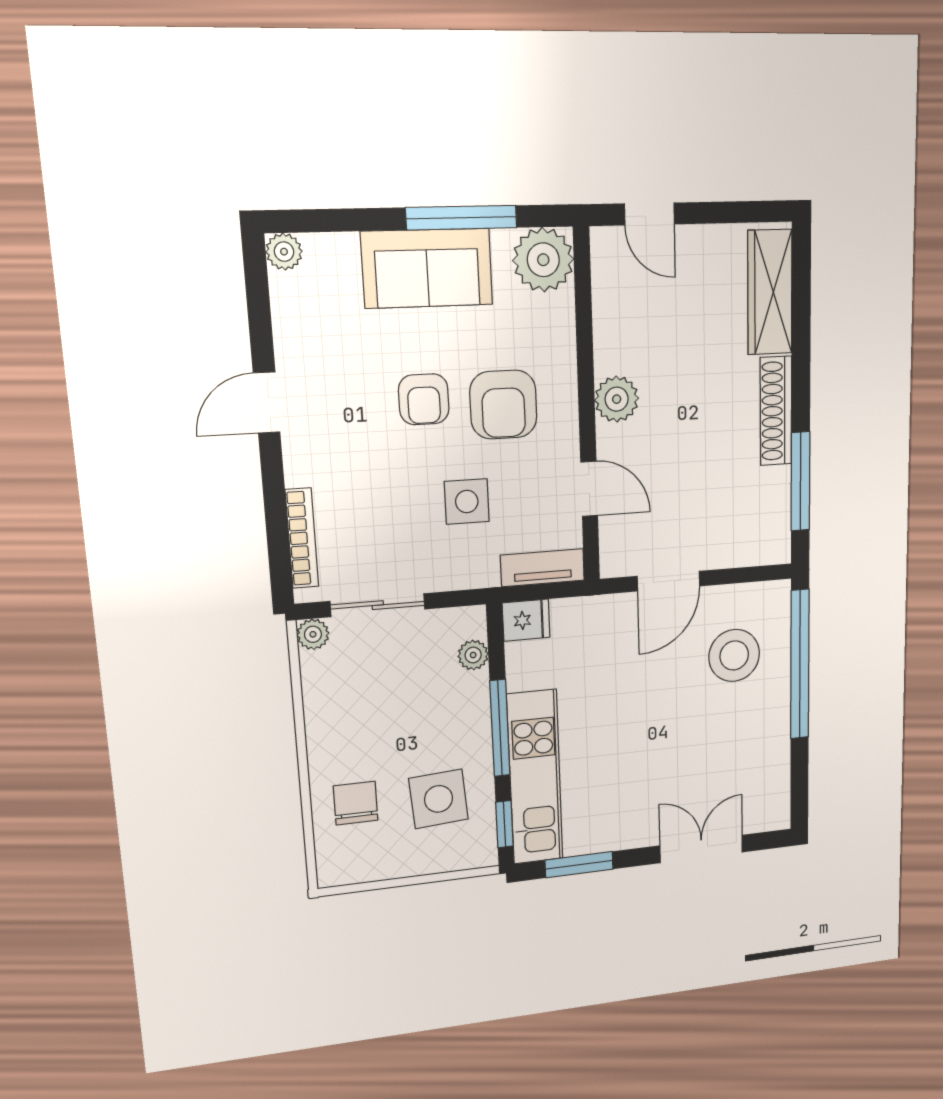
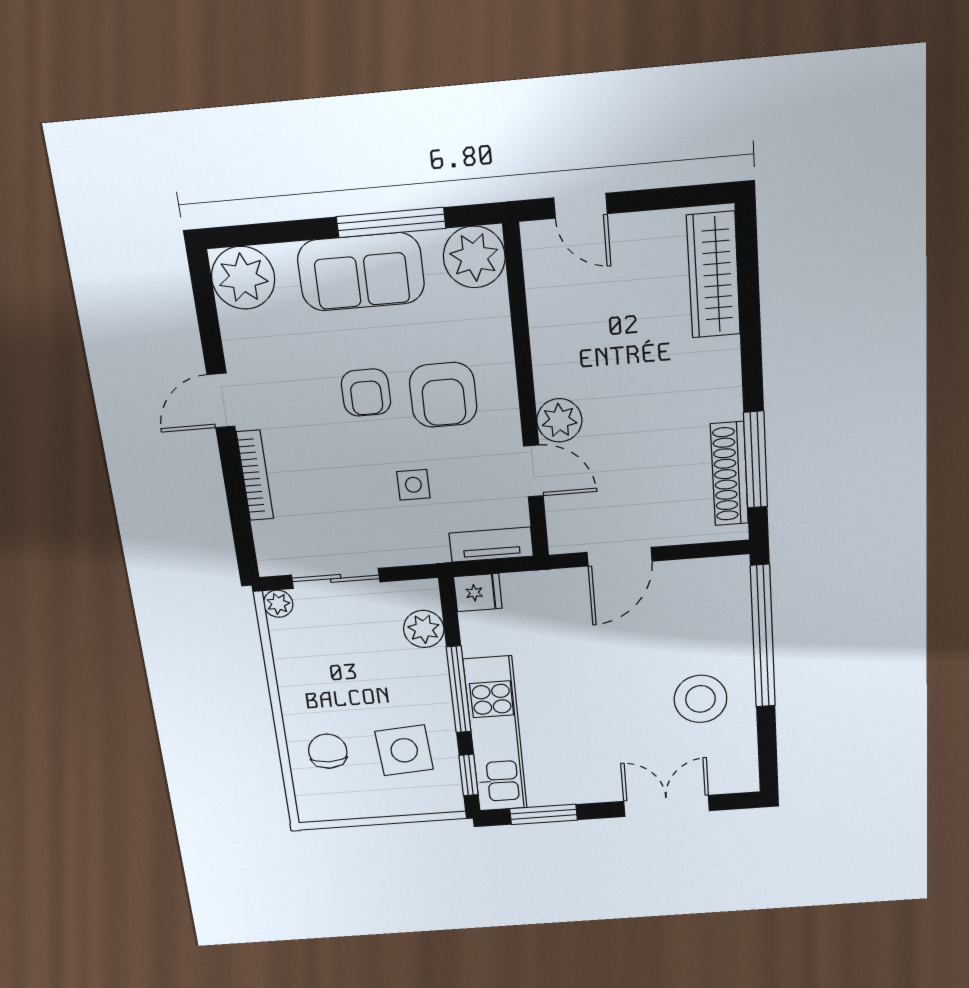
plant: (284, 252) -> (243, 278), width x1.87, depth x1.87
plant: (617, 399) -> (559, 420), moved
shoe rack: (776, 411) -> (729, 474), moved
side table: (467, 501) -> (413, 485), width x0.73, depth x0.73
bookcase: (302, 538) -> (255, 475), moved
plant: (473, 655) -> (424, 629), width x1.38, depth x1.38
stool: (734, 655) -> (700, 699), moved

